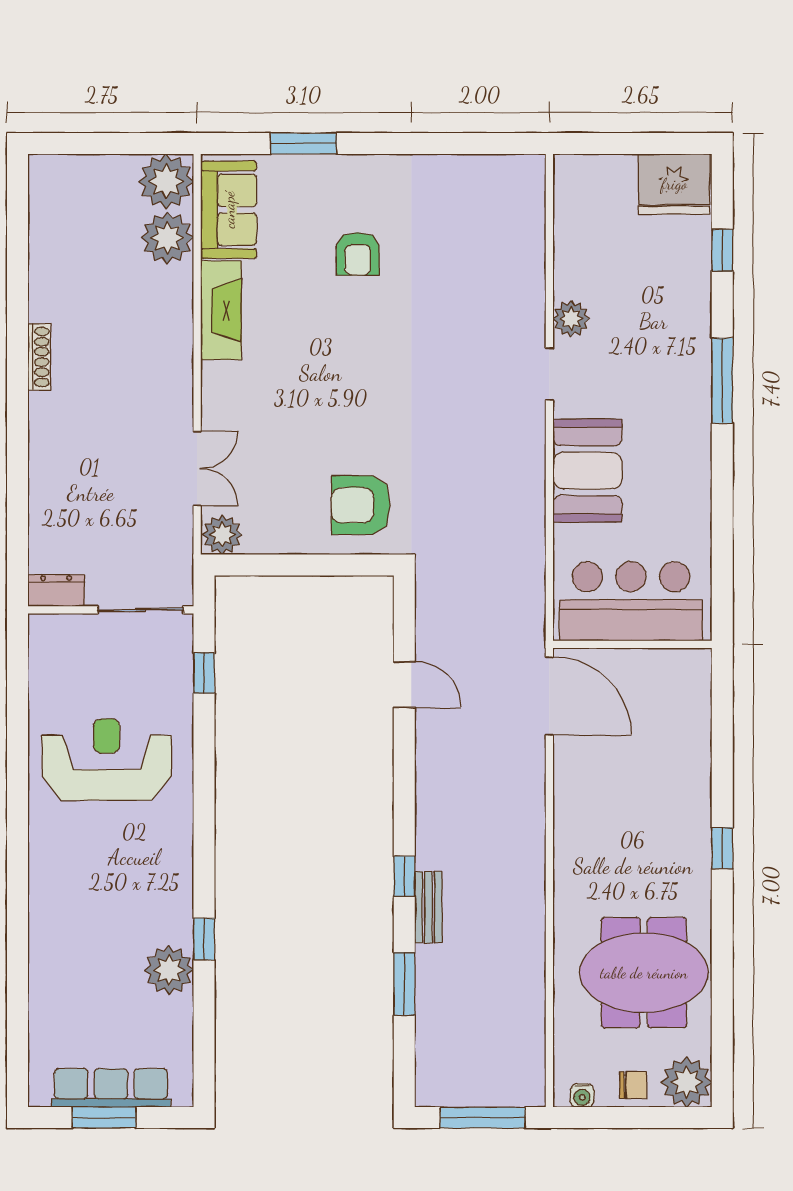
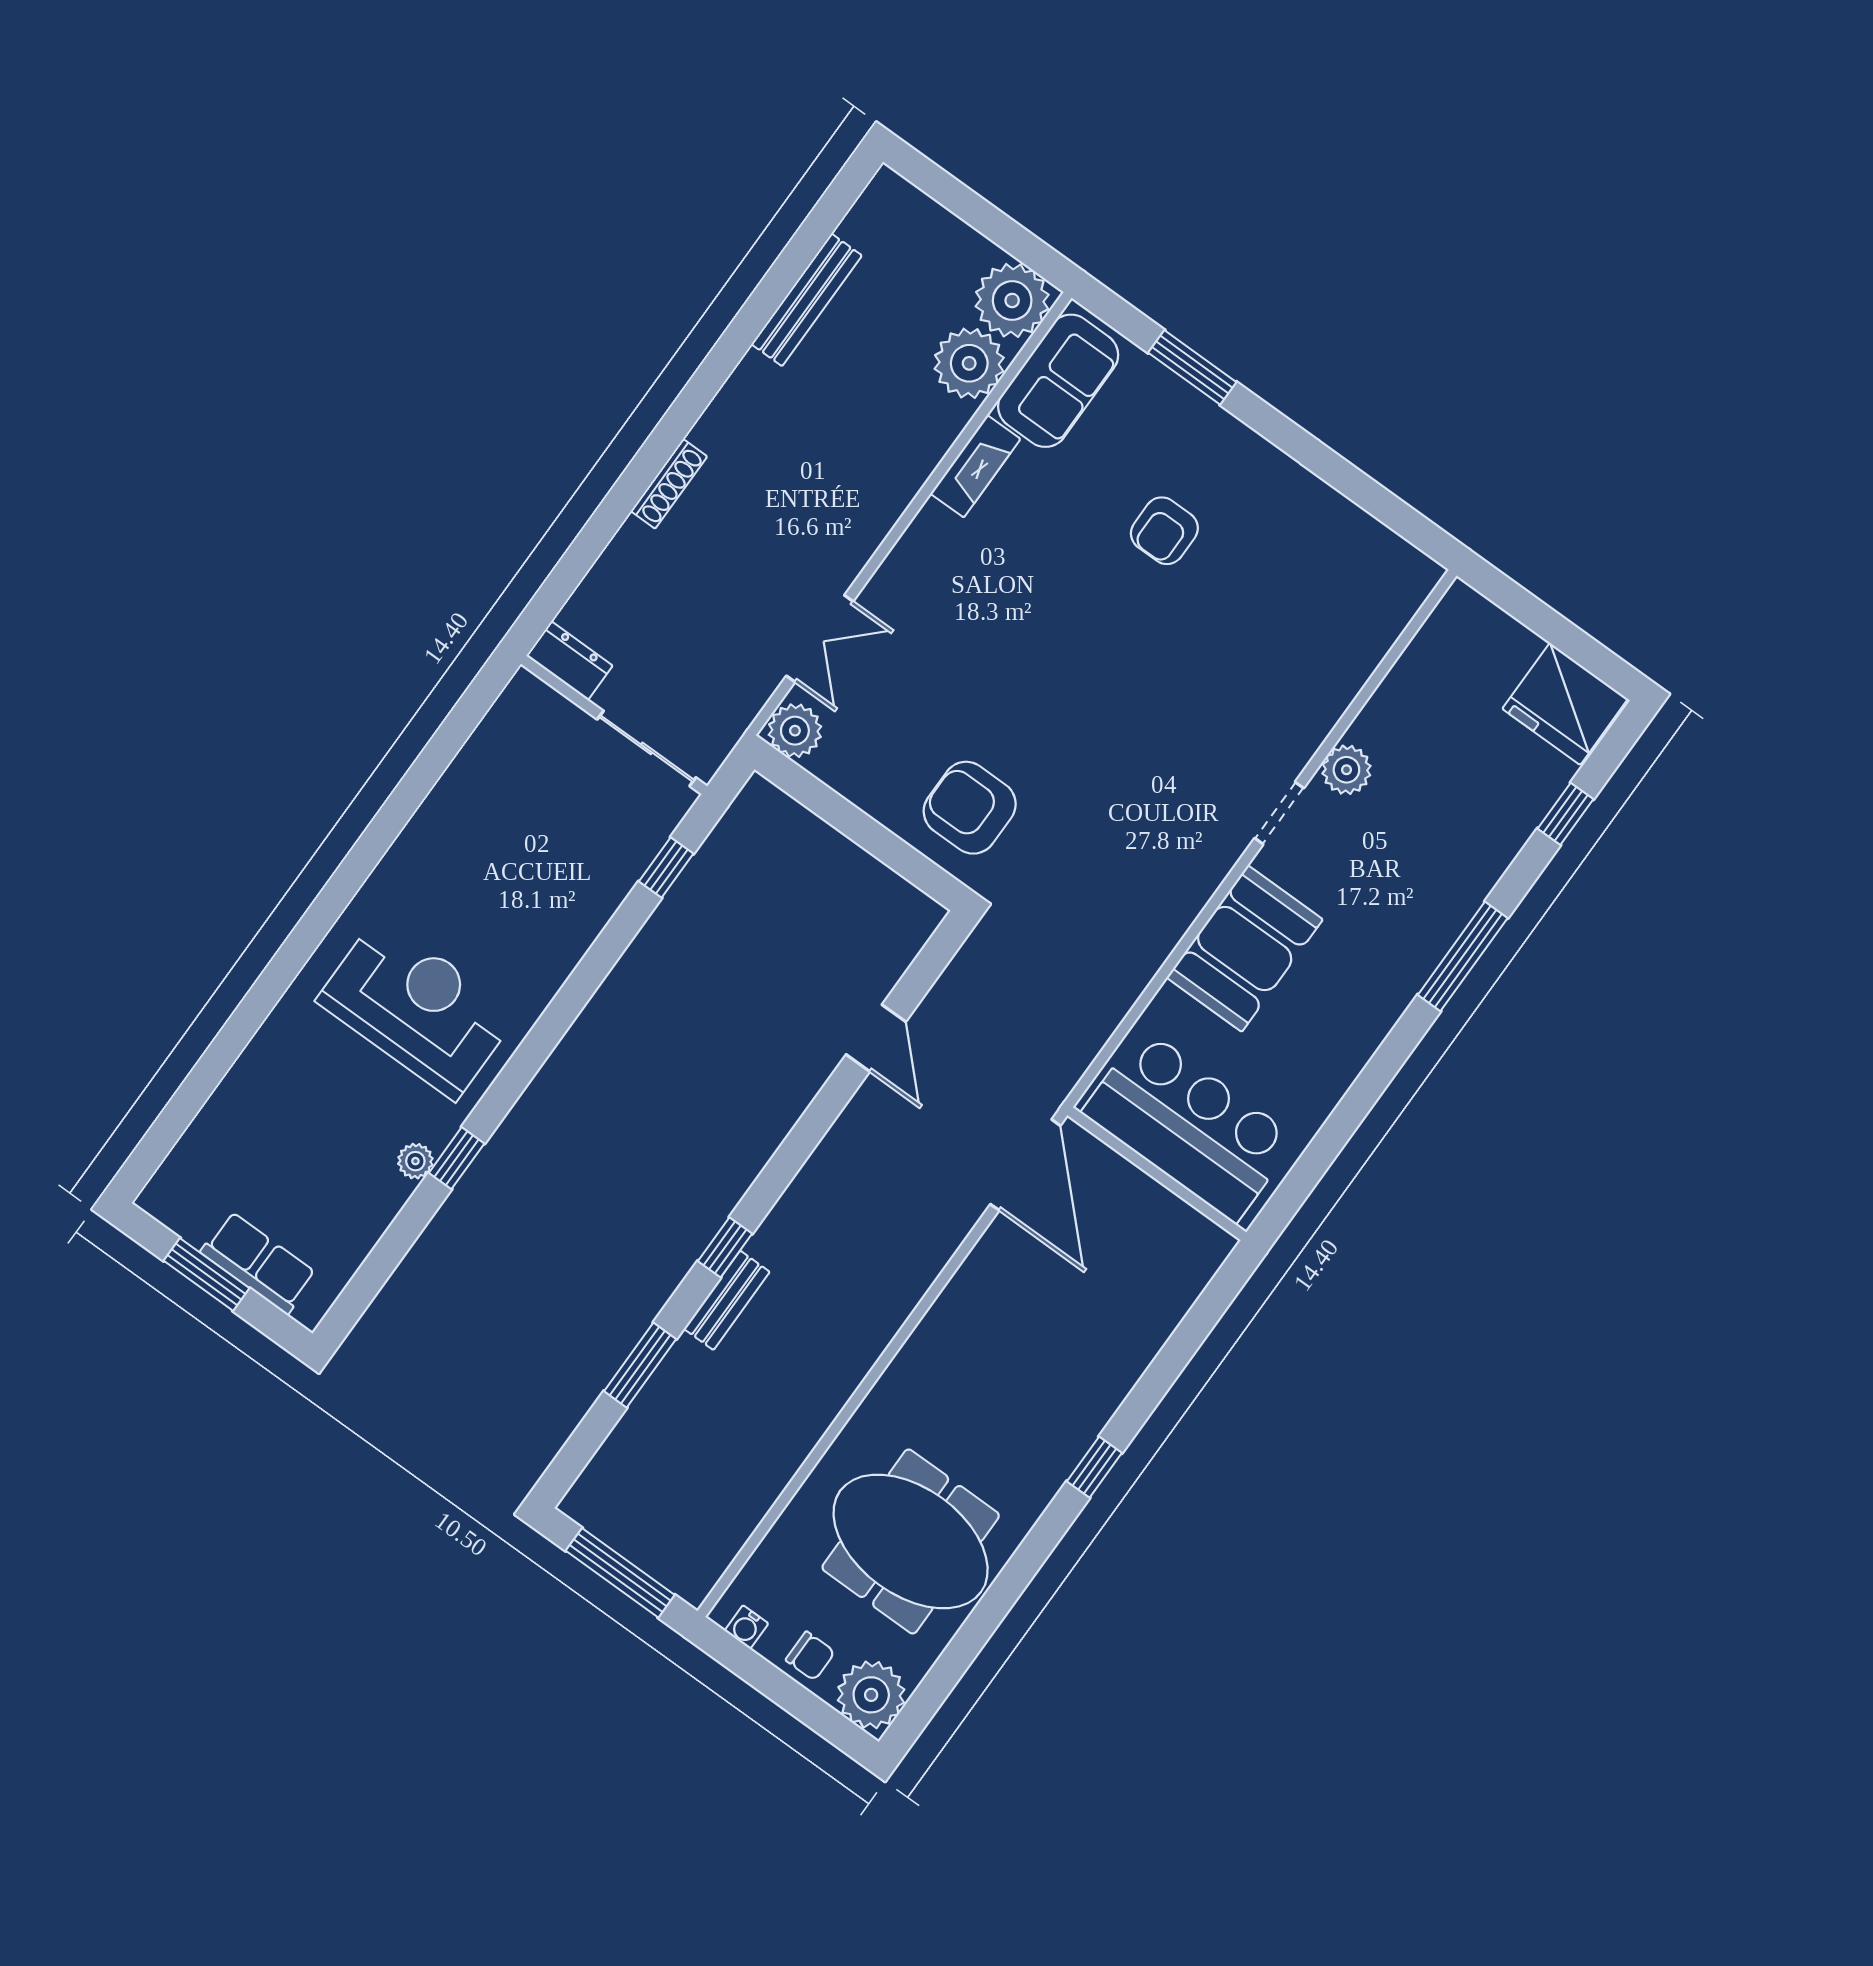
bench: (42, 270) -> (807, 300), added
fireplace: (221, 310) -> (975, 466), width x0.73, depth x0.76
shoe rack: (39, 357) -> (669, 484), moved
reception desk: (107, 760) -> (417, 1008), moved
plant: (169, 970) -> (415, 1161), width x0.53, depth x0.53
row of seats: (111, 1088) -> (259, 1263), width x0.68

